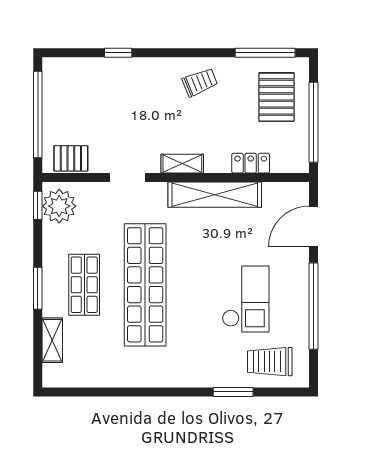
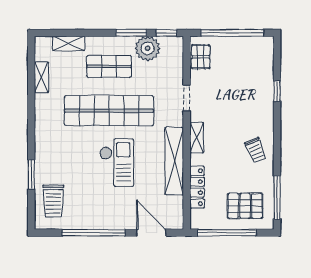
locker: (251, 163) -> (197, 187), width x1.53
plant: (59, 206) -> (148, 48), moved
window: (38, 288) -> (131, 33), moved
checkout: (246, 299) -> (117, 163), moved, turned -90
trolley: (270, 362) -> (53, 201), turned 180
shelving: (99, 378) -> (41, 77), added

